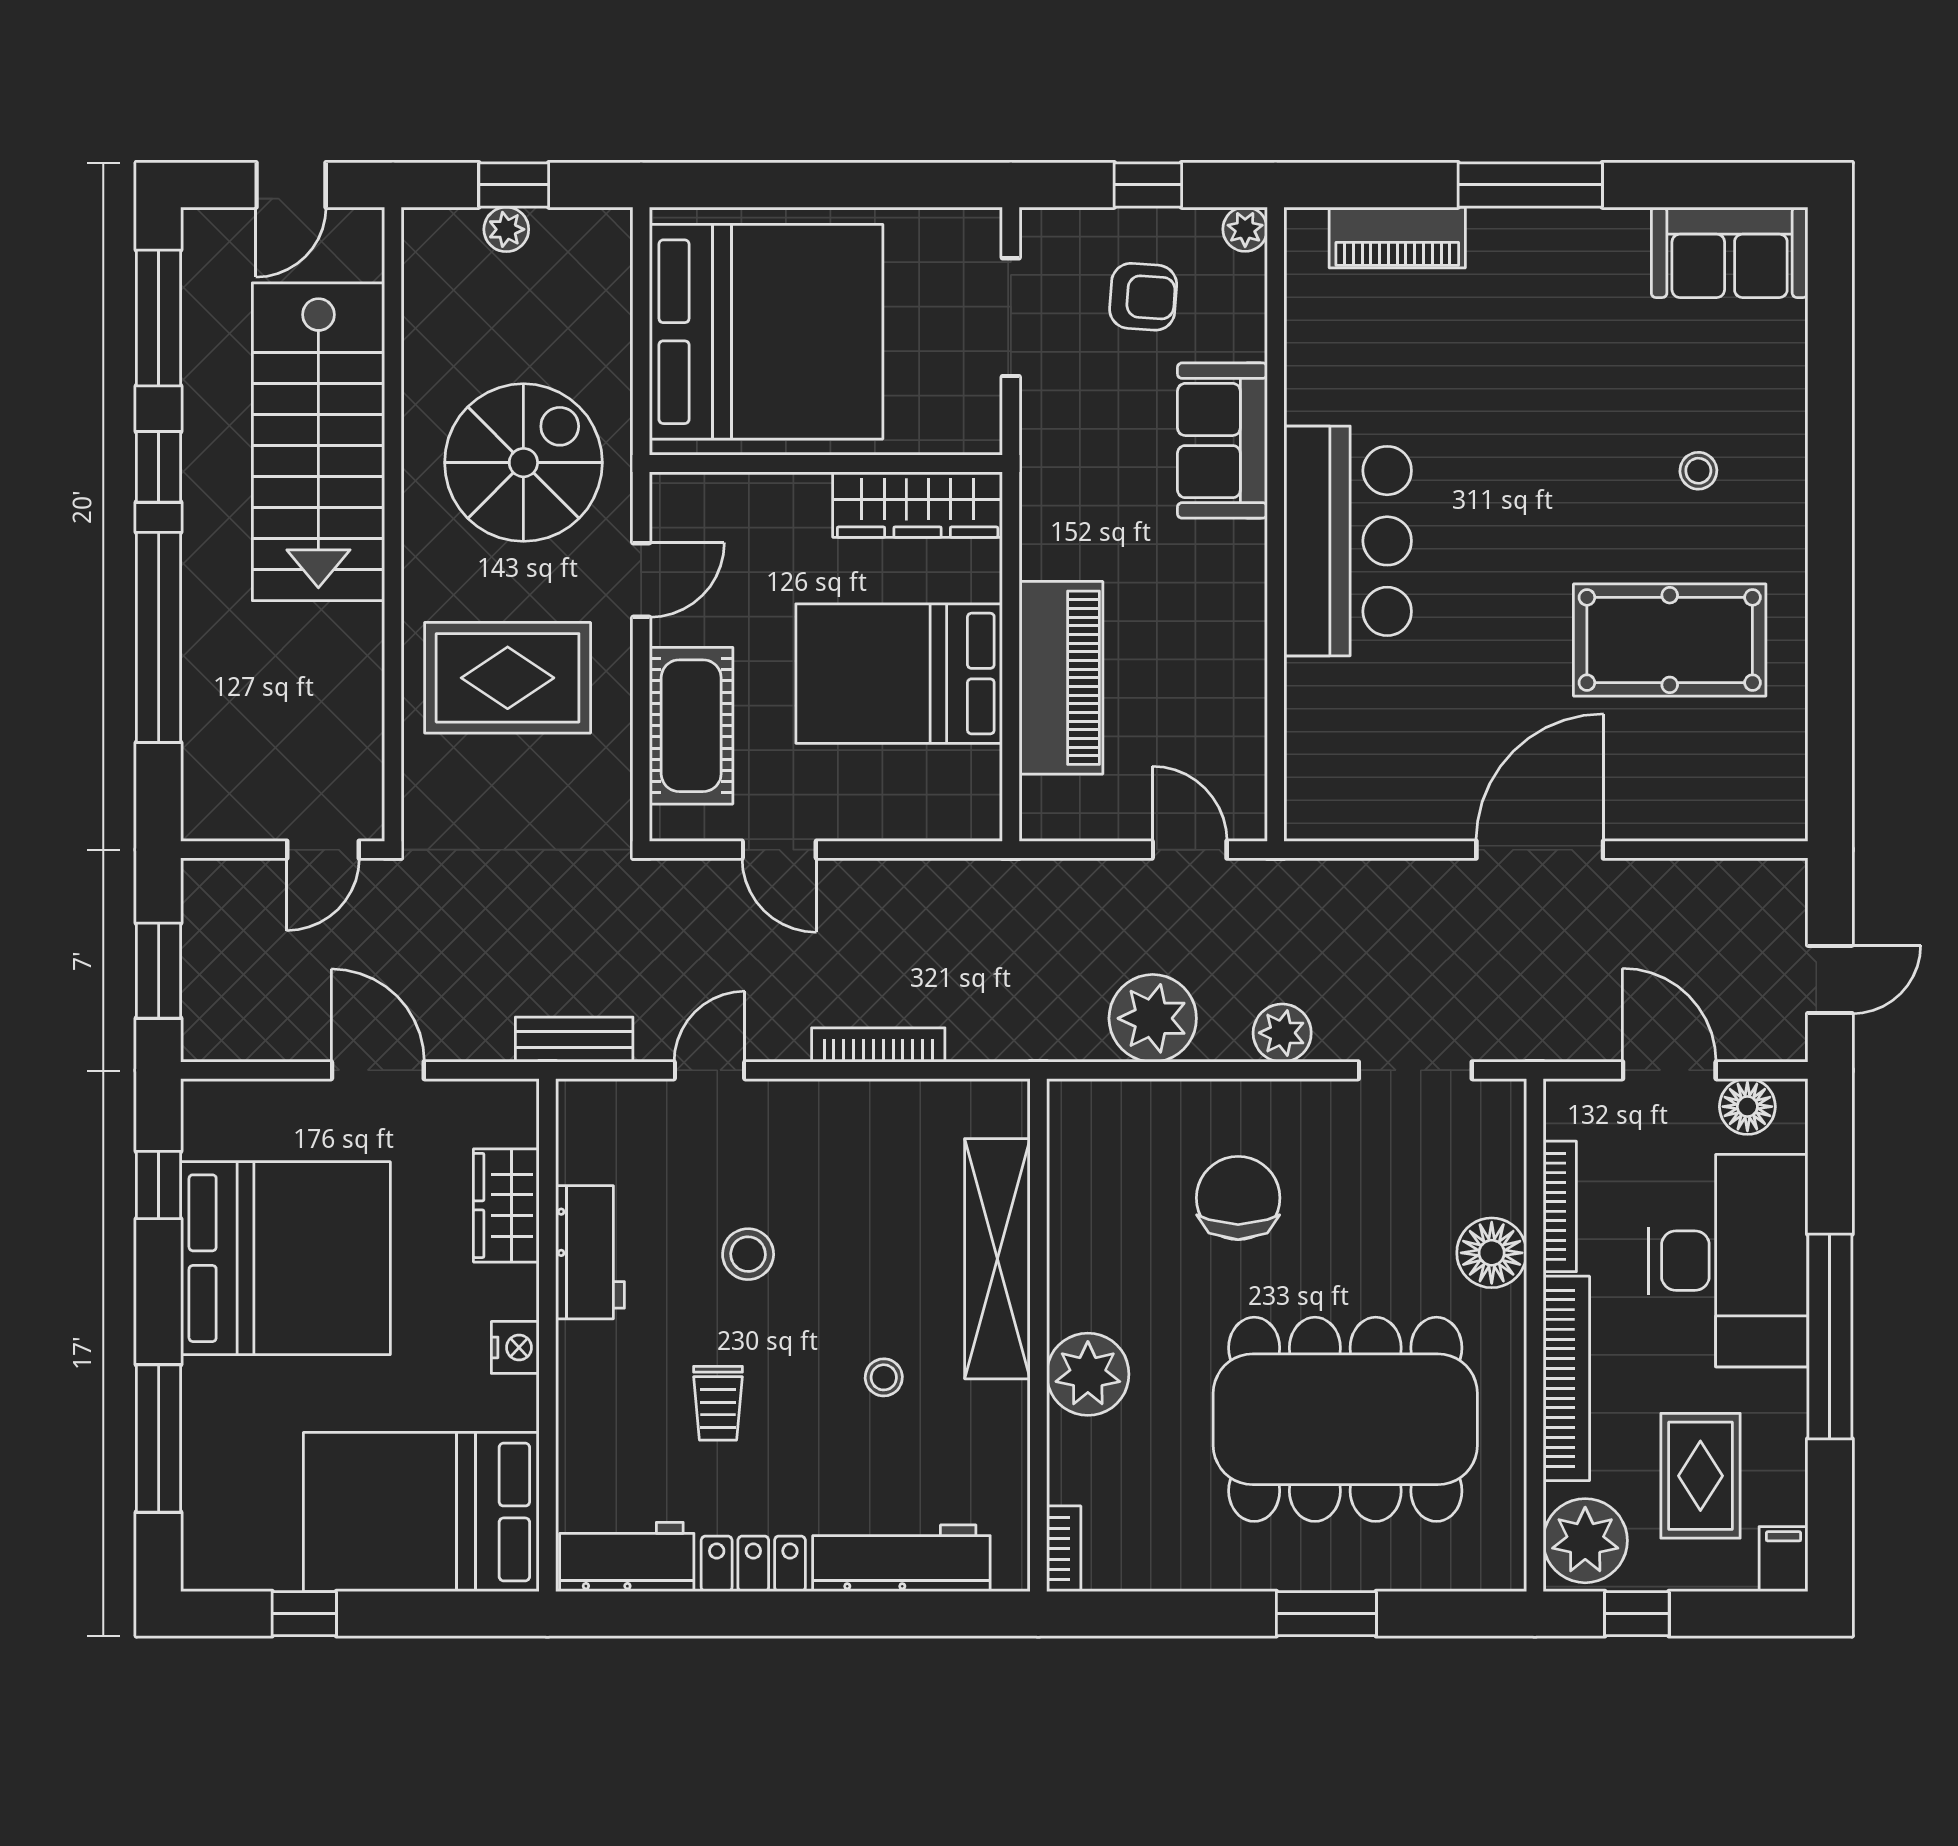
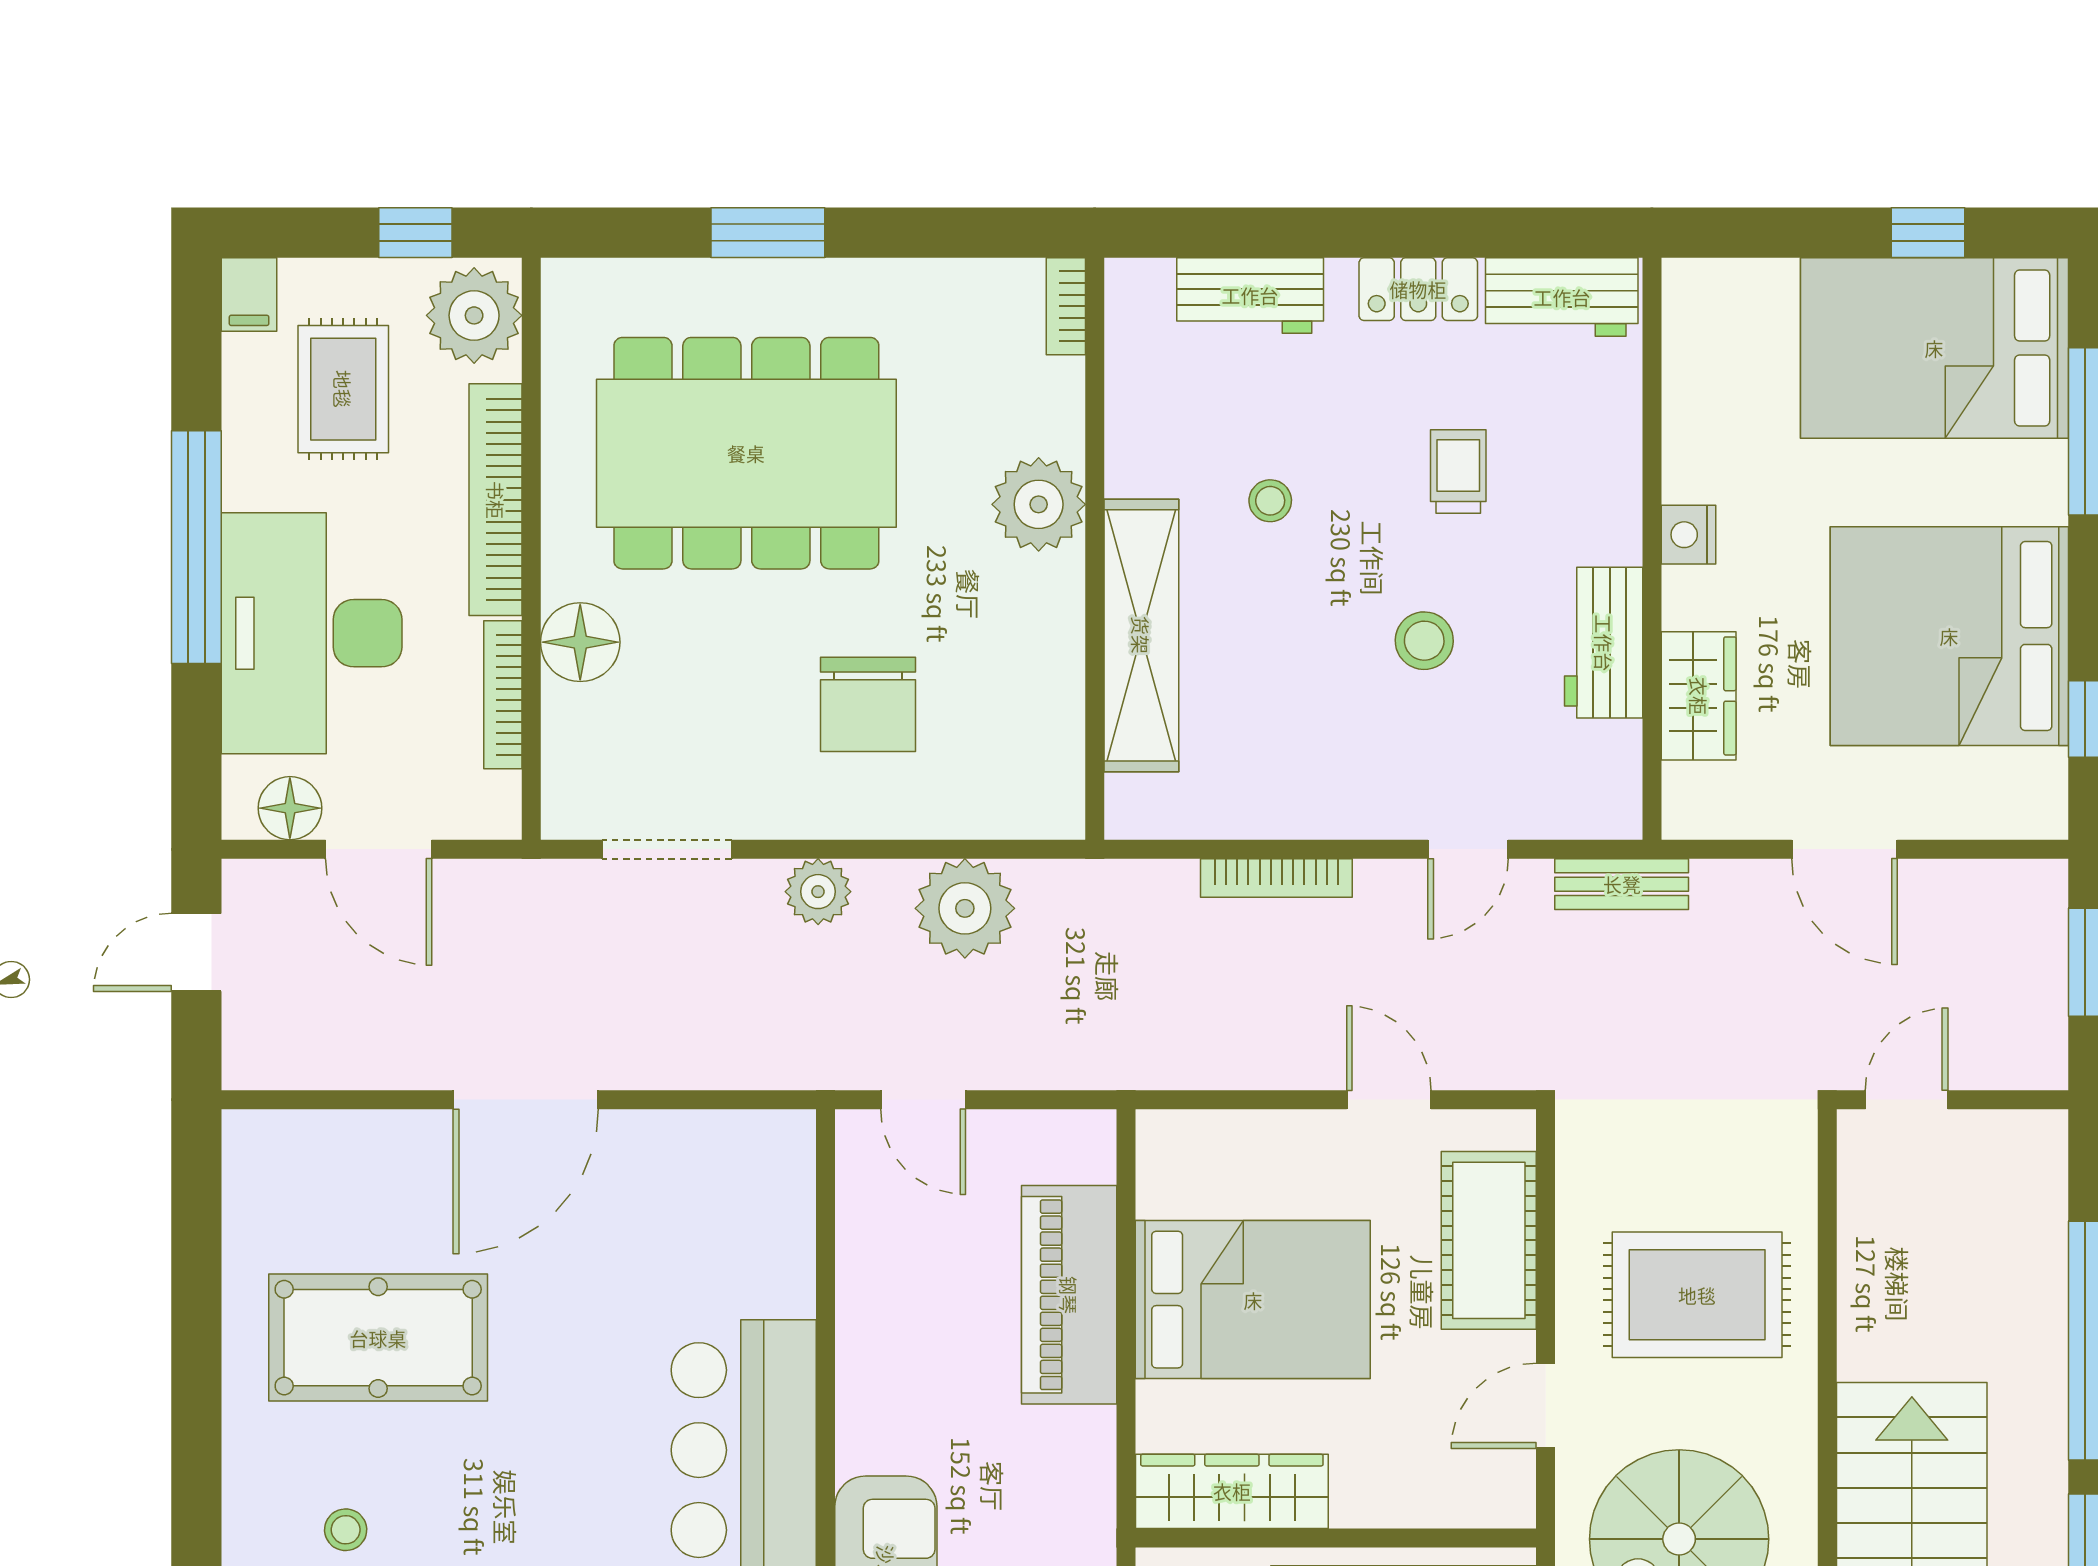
bed: (421, 1512) -> (1934, 348), moved, turned 180
workbench: (901, 1558) -> (1250, 295), width x0.73

